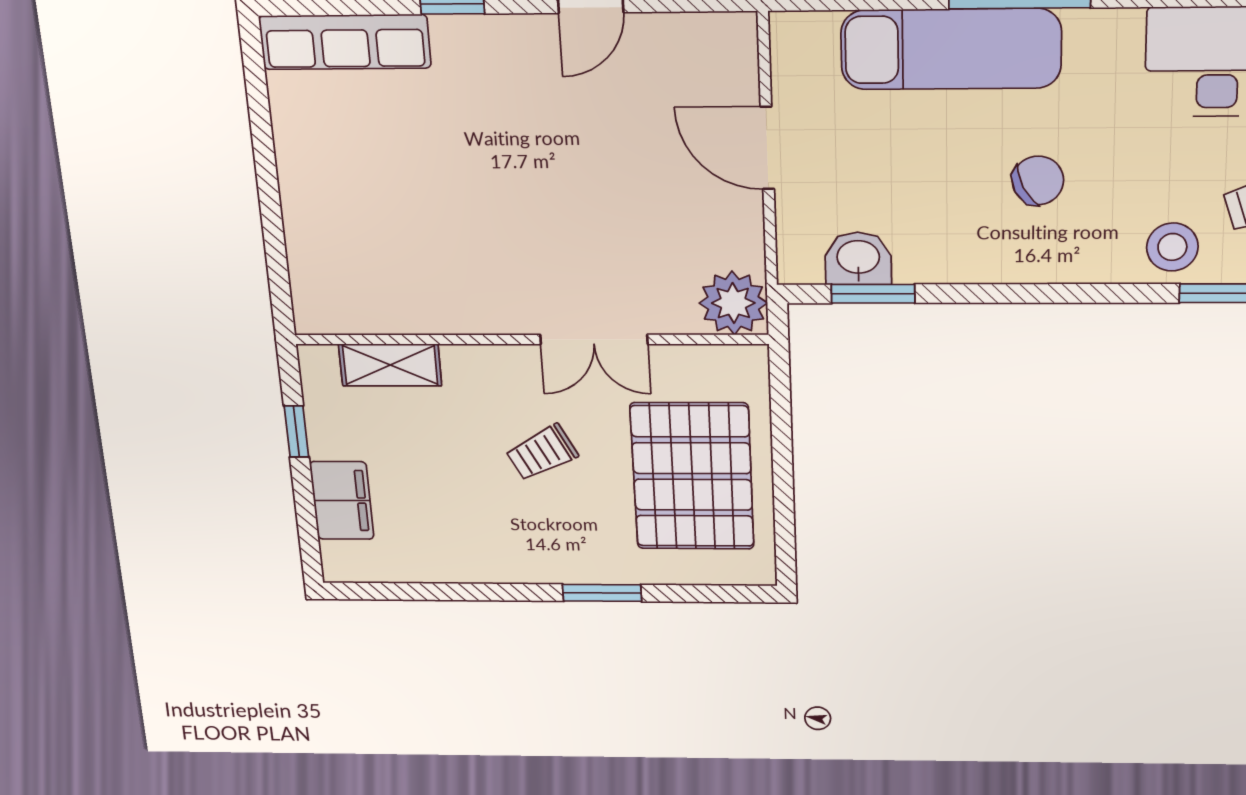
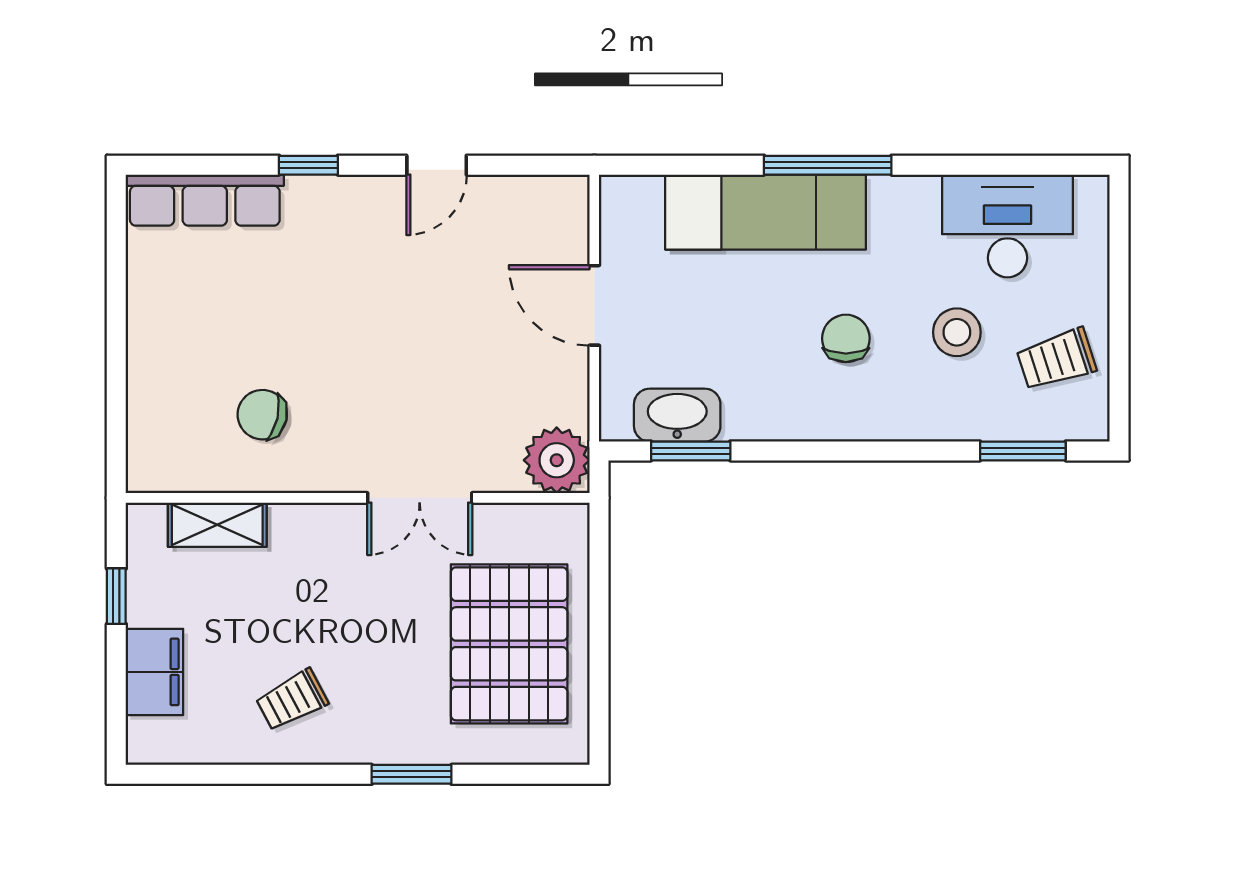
chair: (1038, 181) -> (846, 338), turned -63
stool: (1172, 247) -> (957, 332), moved
washbasin: (858, 258) -> (677, 415), width x1.38
chair: (426, 259) -> (262, 415), added
trolley: (542, 453) -> (292, 700), moved

